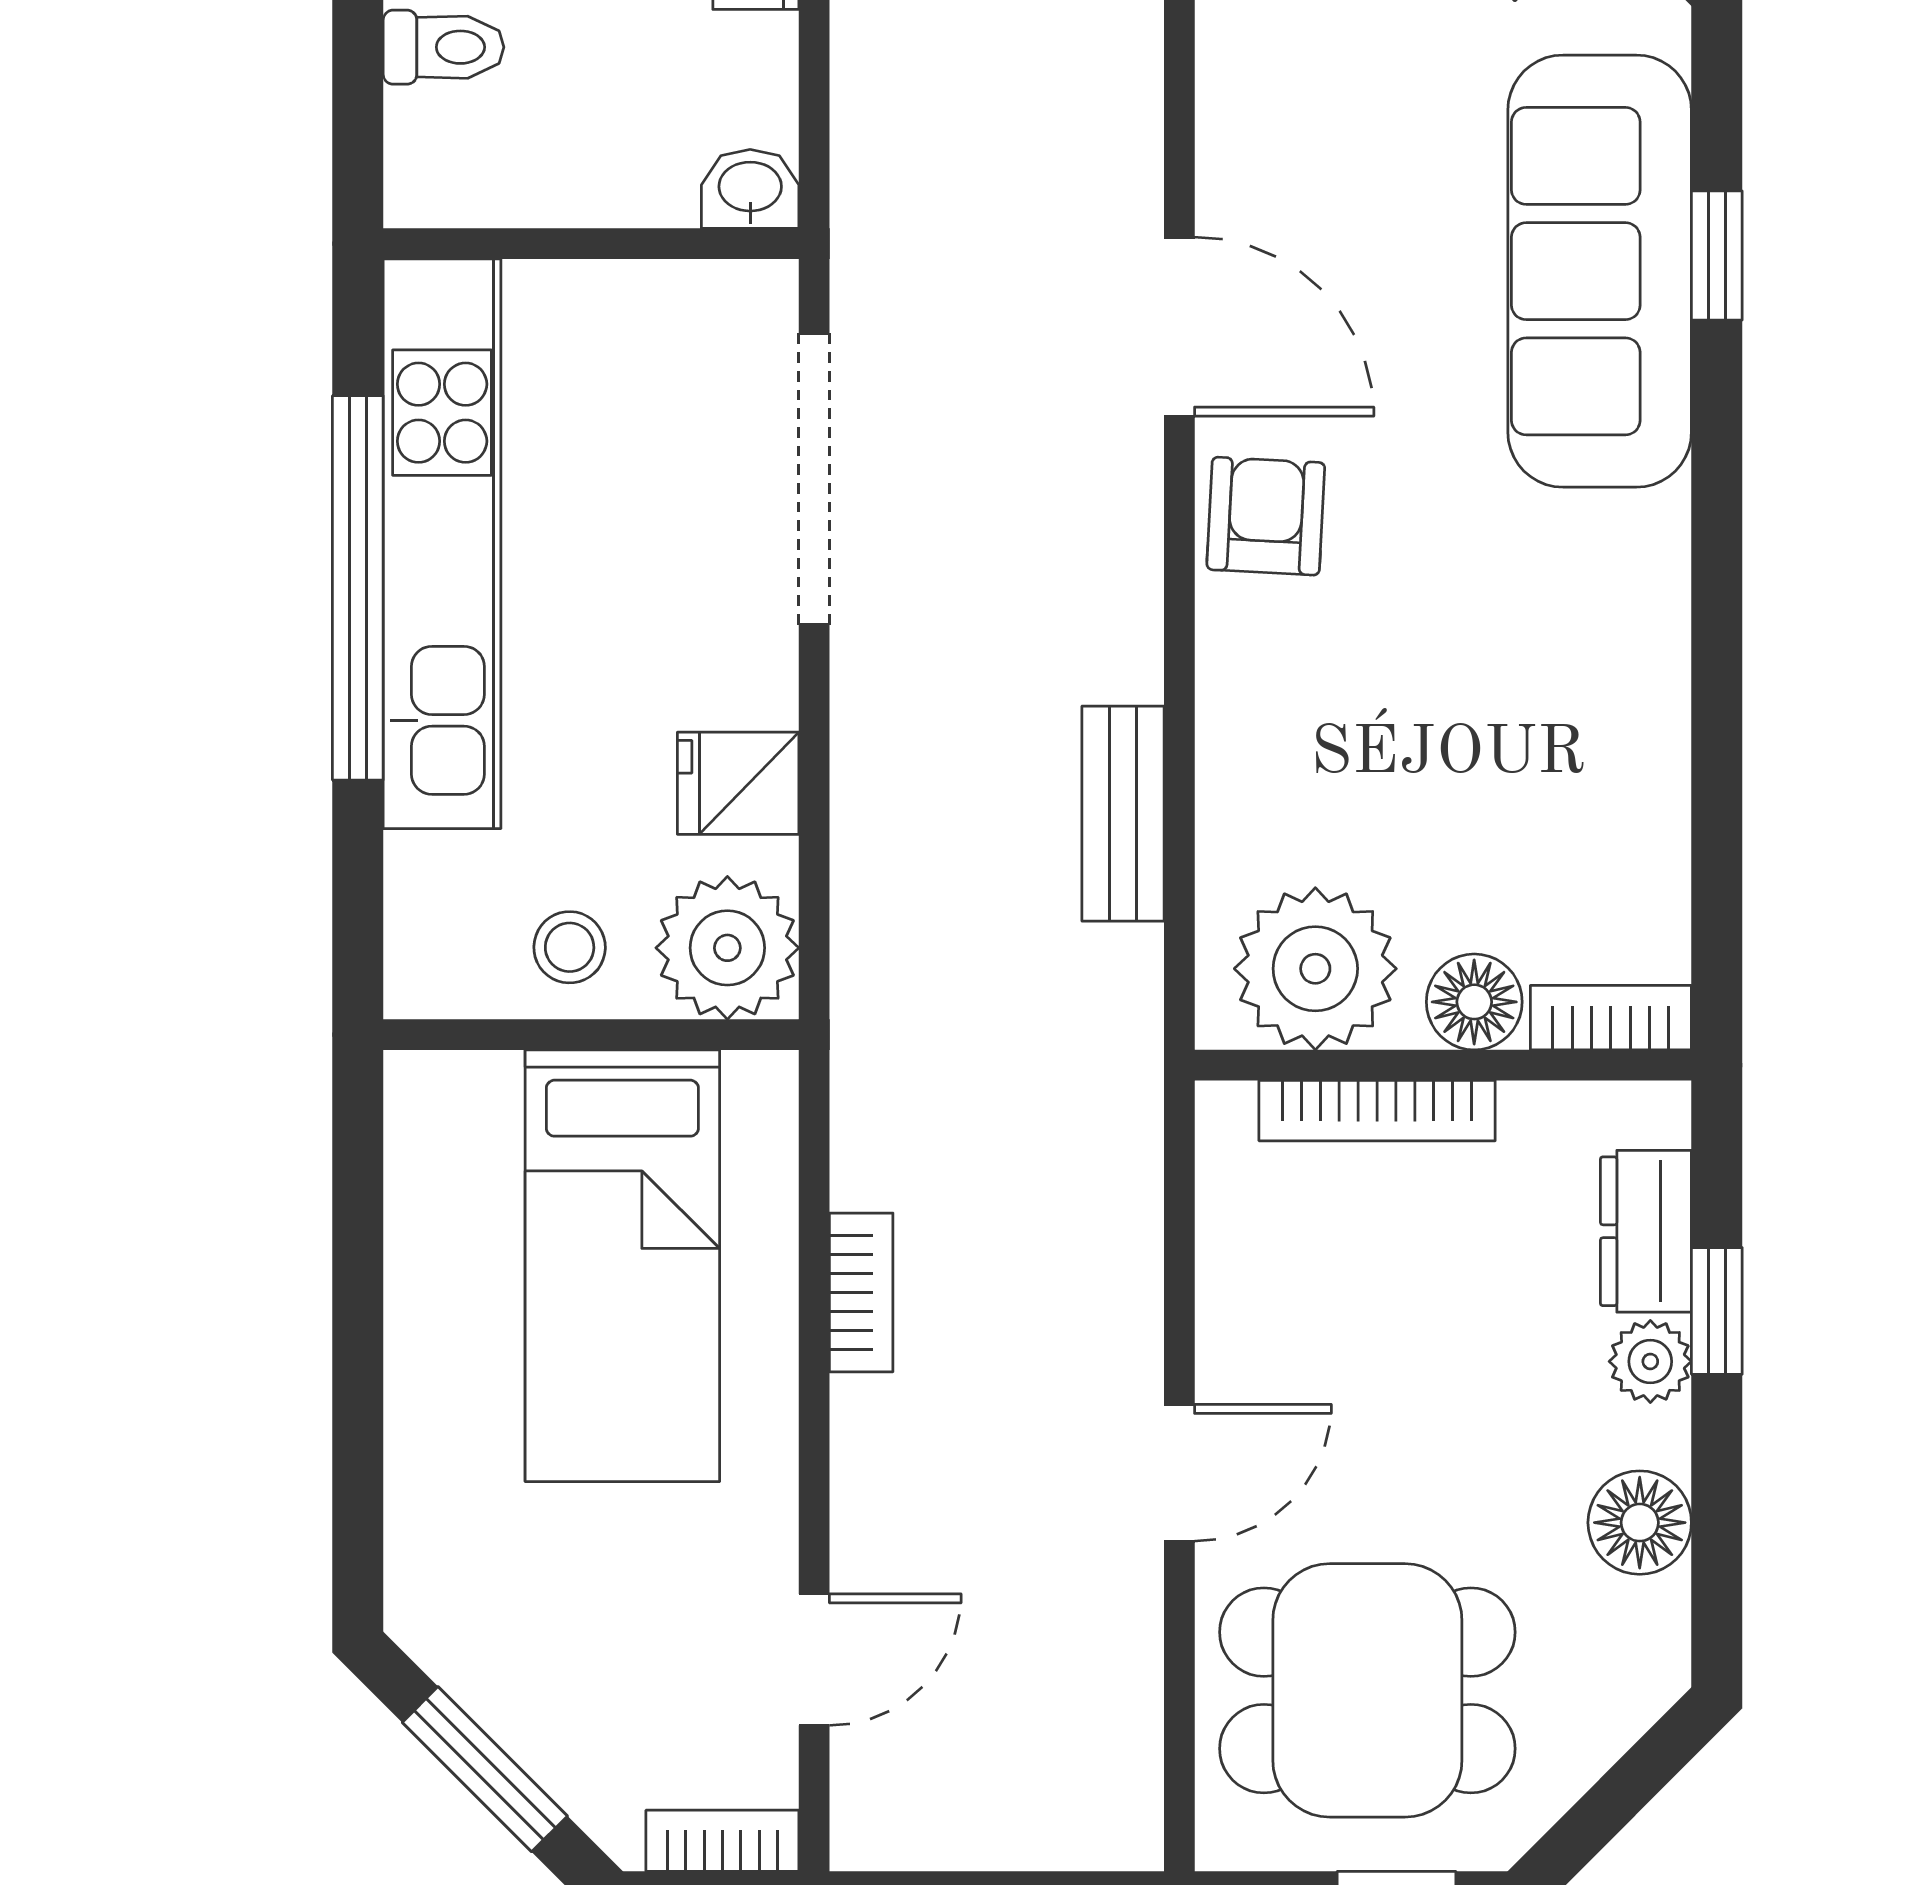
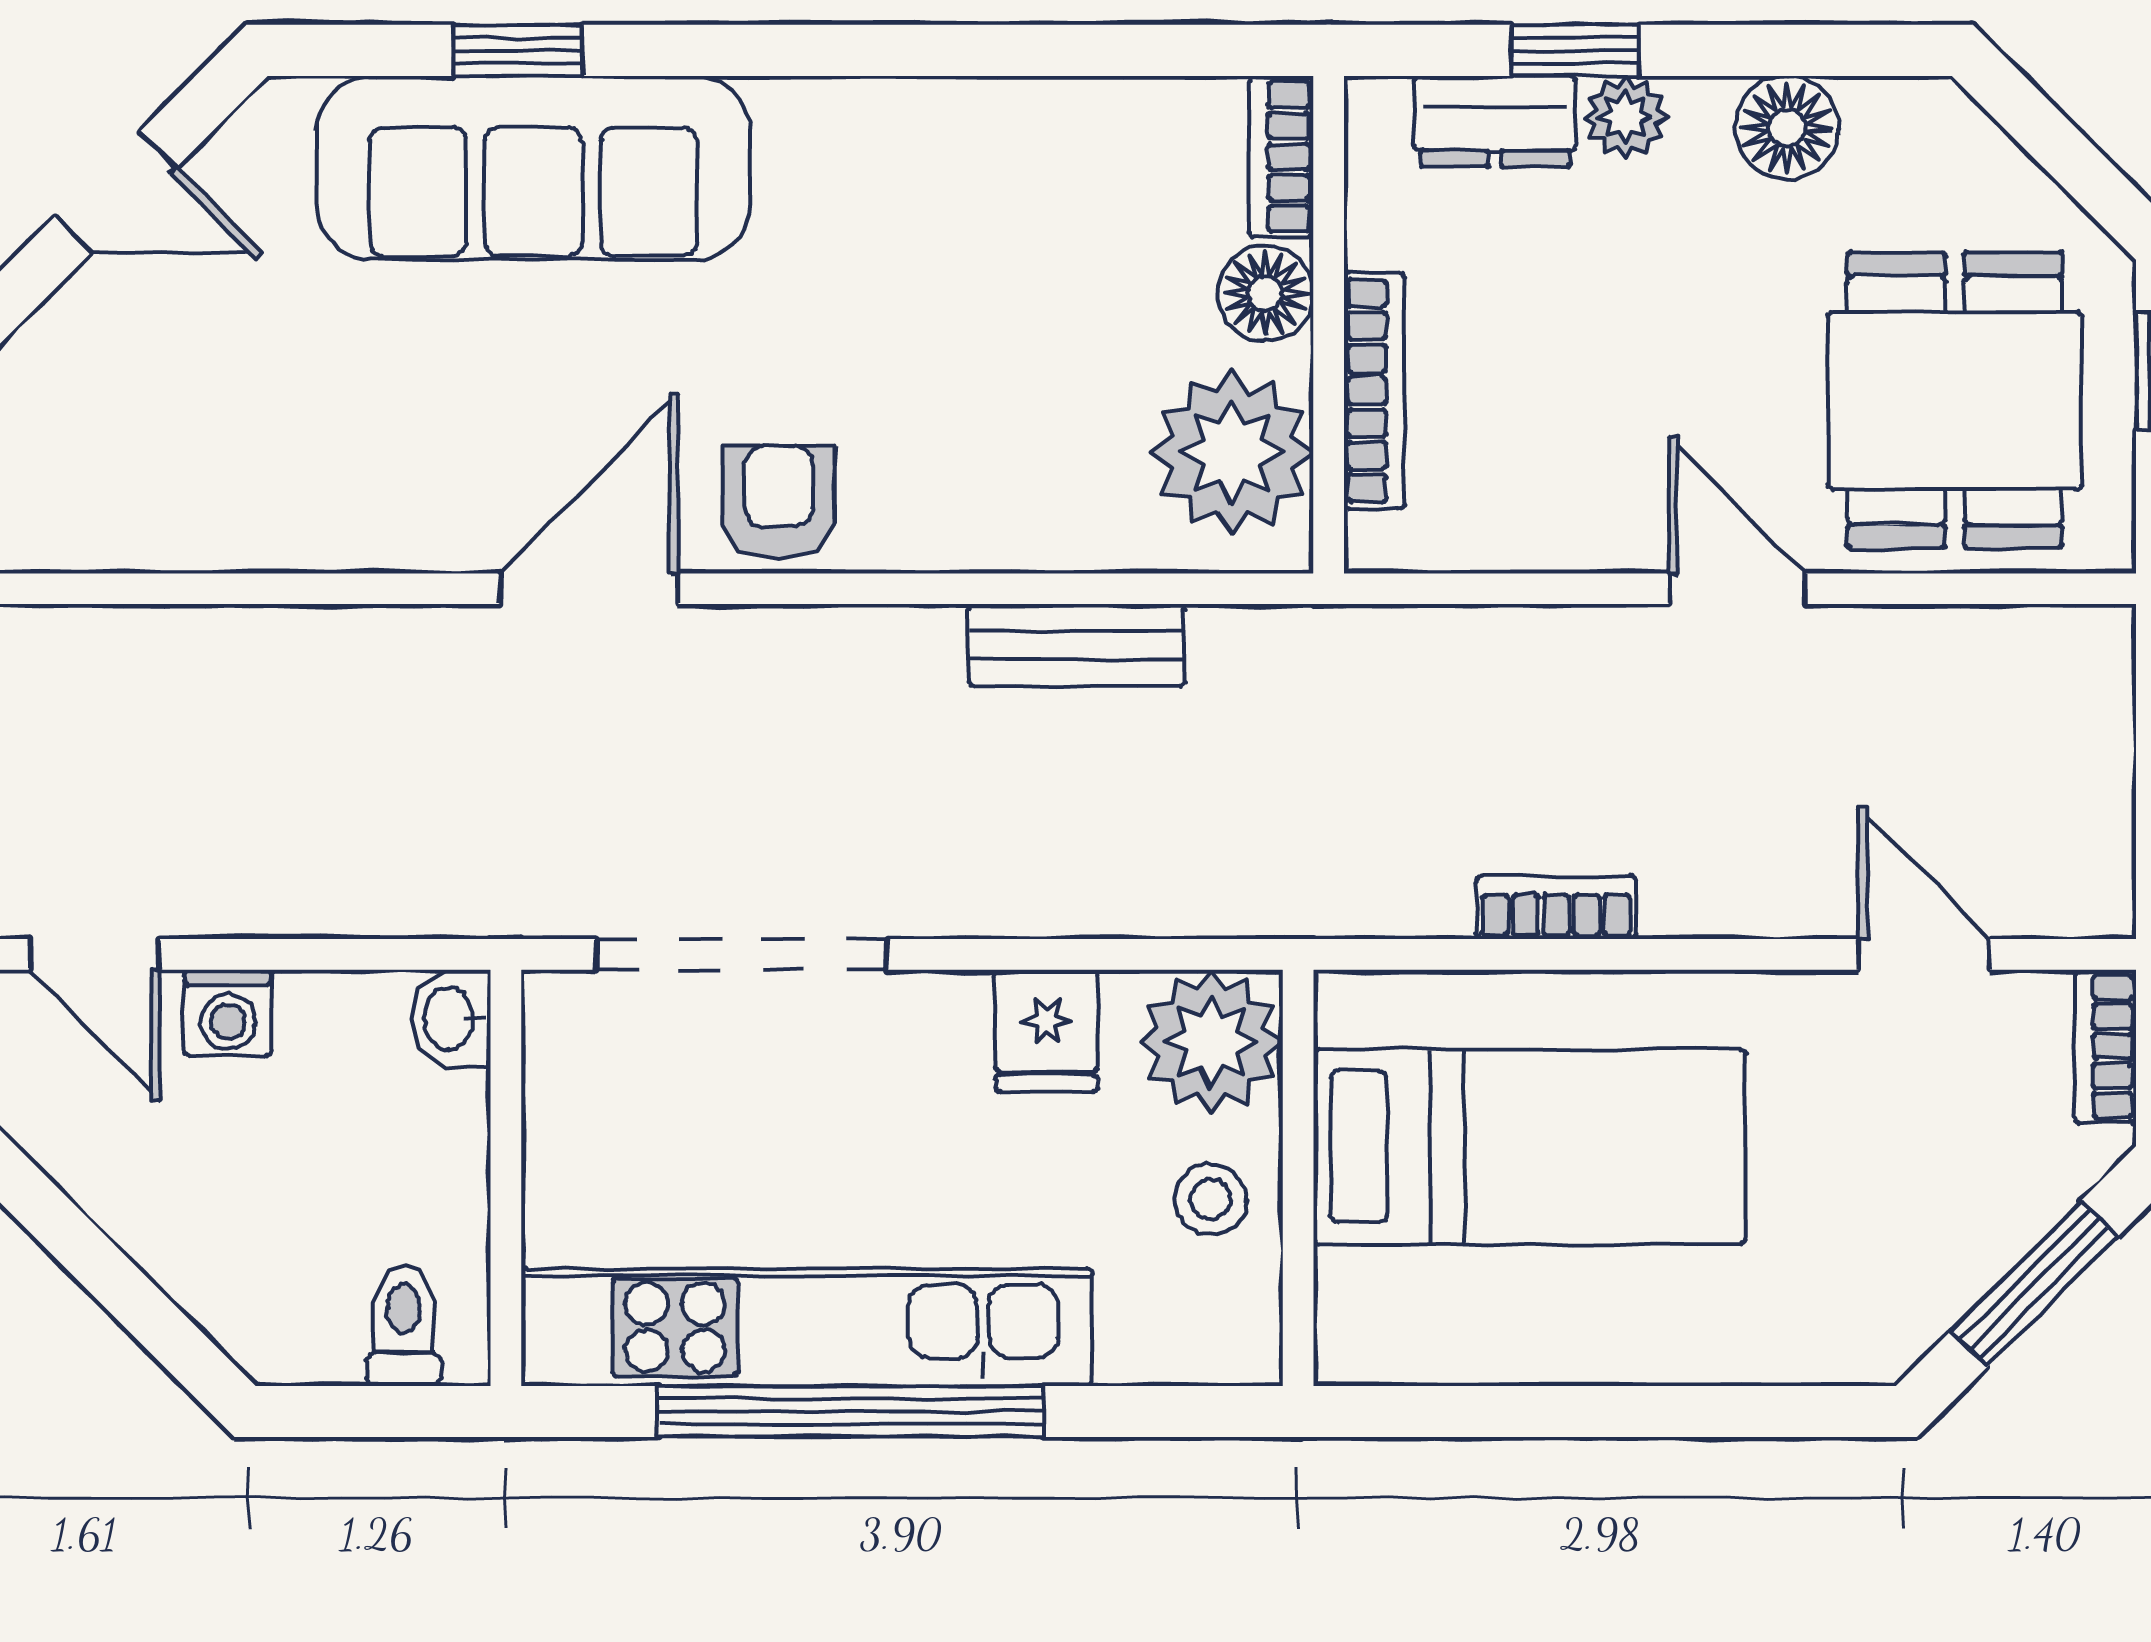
toilet: (444, 47) -> (404, 1326), moved
armchair: (1266, 516) -> (779, 502), turned 87

